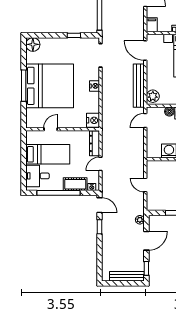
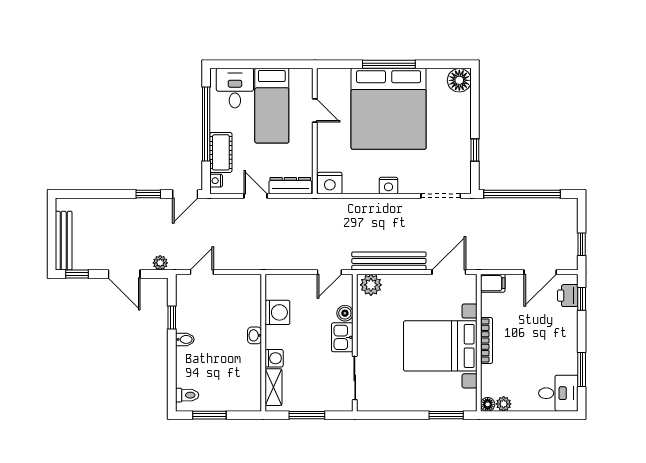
door: (145, 121) -> (329, 272), swing flipped
door: (145, 185) -> (202, 272), moved

